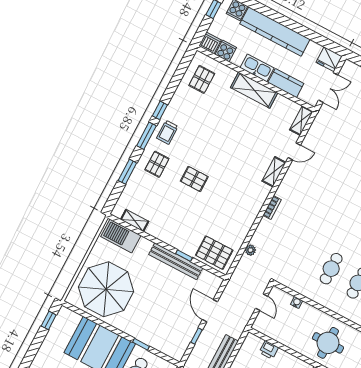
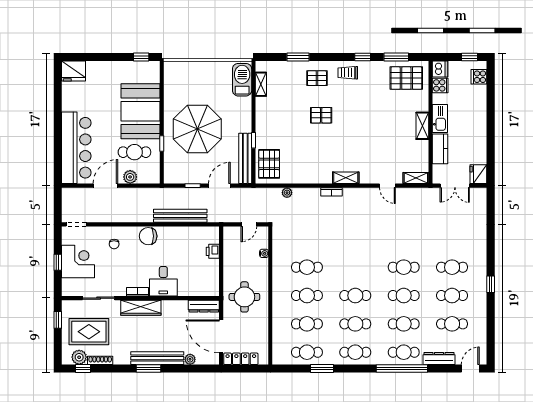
kitchen counter: (275, 32) -> (478, 117), removed
pallet: (202, 79) -> (406, 78), width x1.50, depth x1.42
shelving: (254, 90) -> (422, 126), width x0.67, depth x0.75
window: (146, 136) -> (396, 57), moved
shelving: (274, 172) -> (346, 178), moved
pallet: (194, 179) -> (321, 115), turned 90
bench: (176, 261) -> (245, 158), moved
parasol: (106, 289) -> (197, 129), moved

